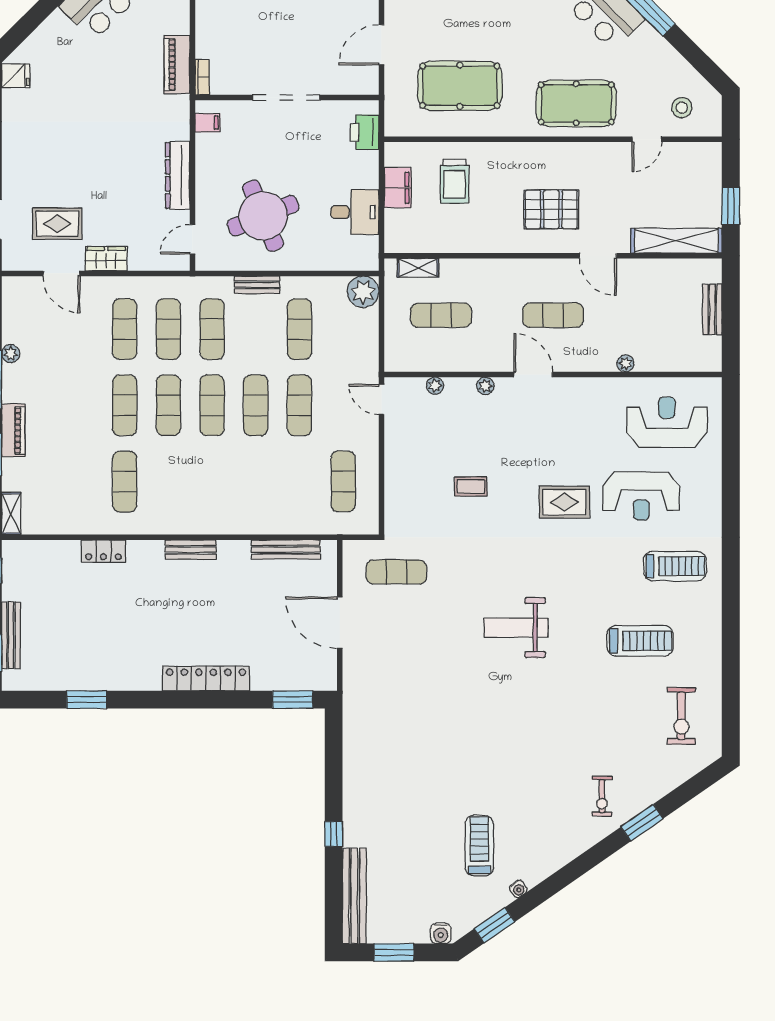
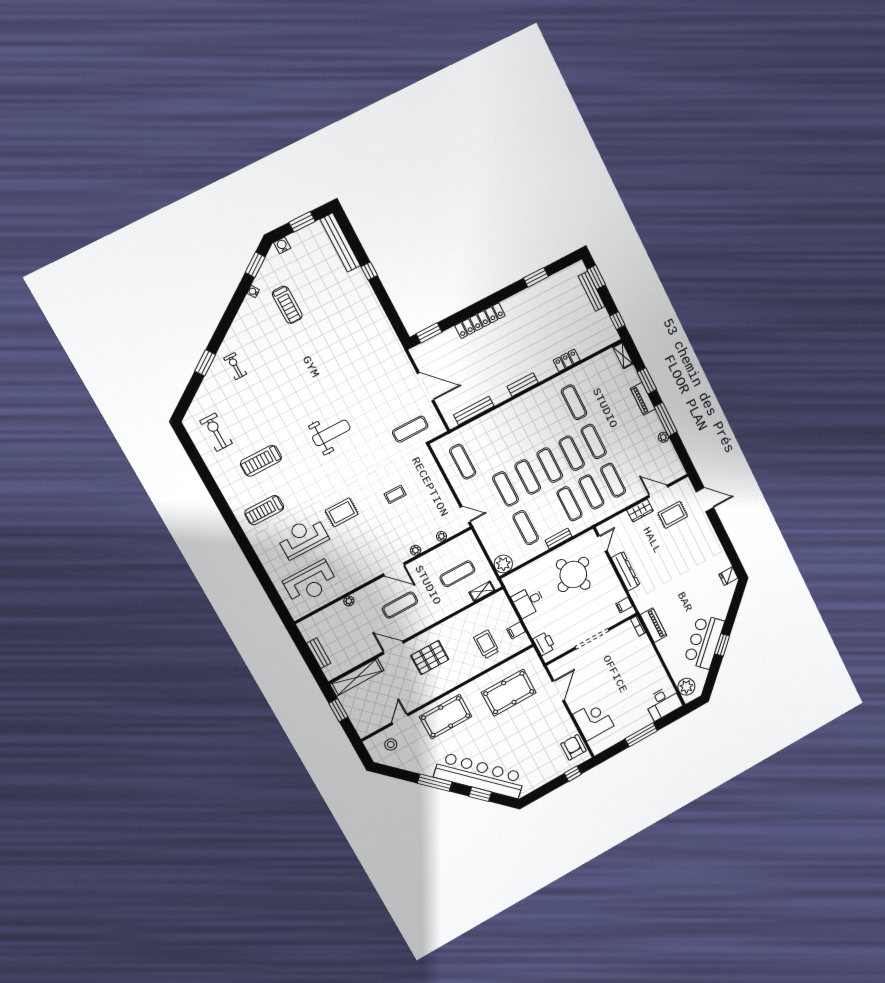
filing cabinet: (398, 188) -> (516, 630), width x0.50

